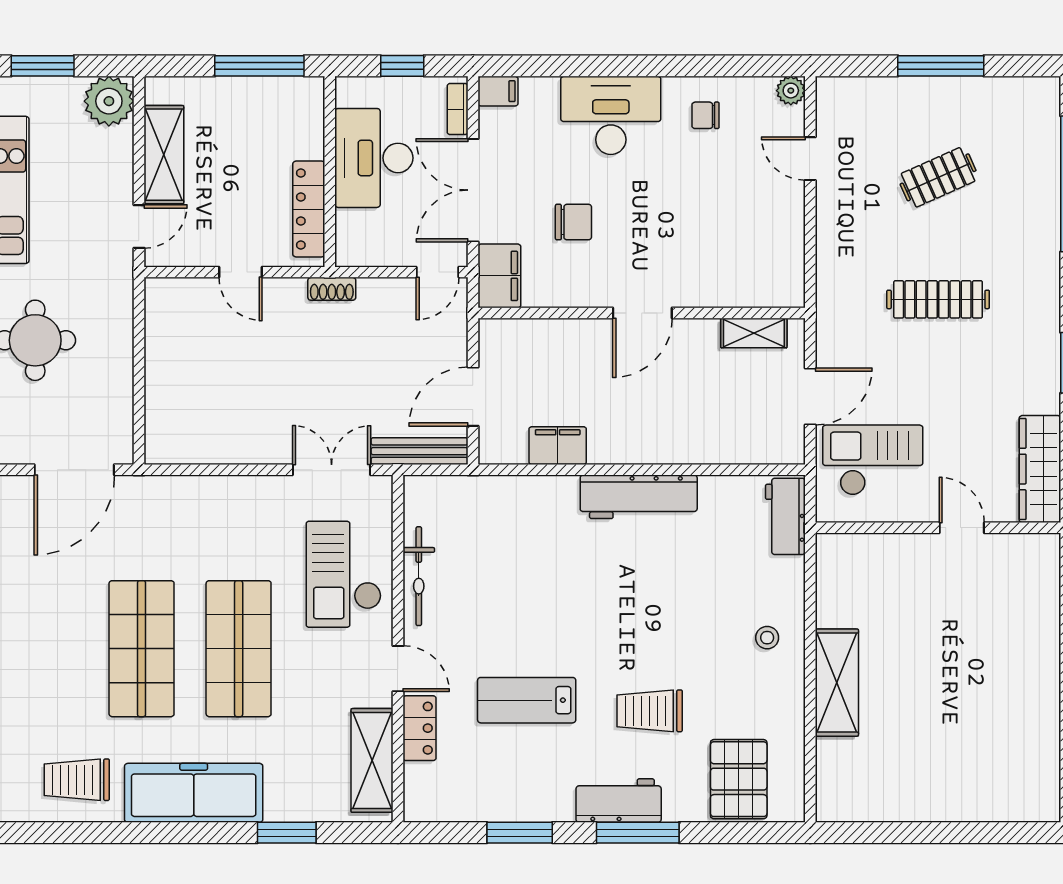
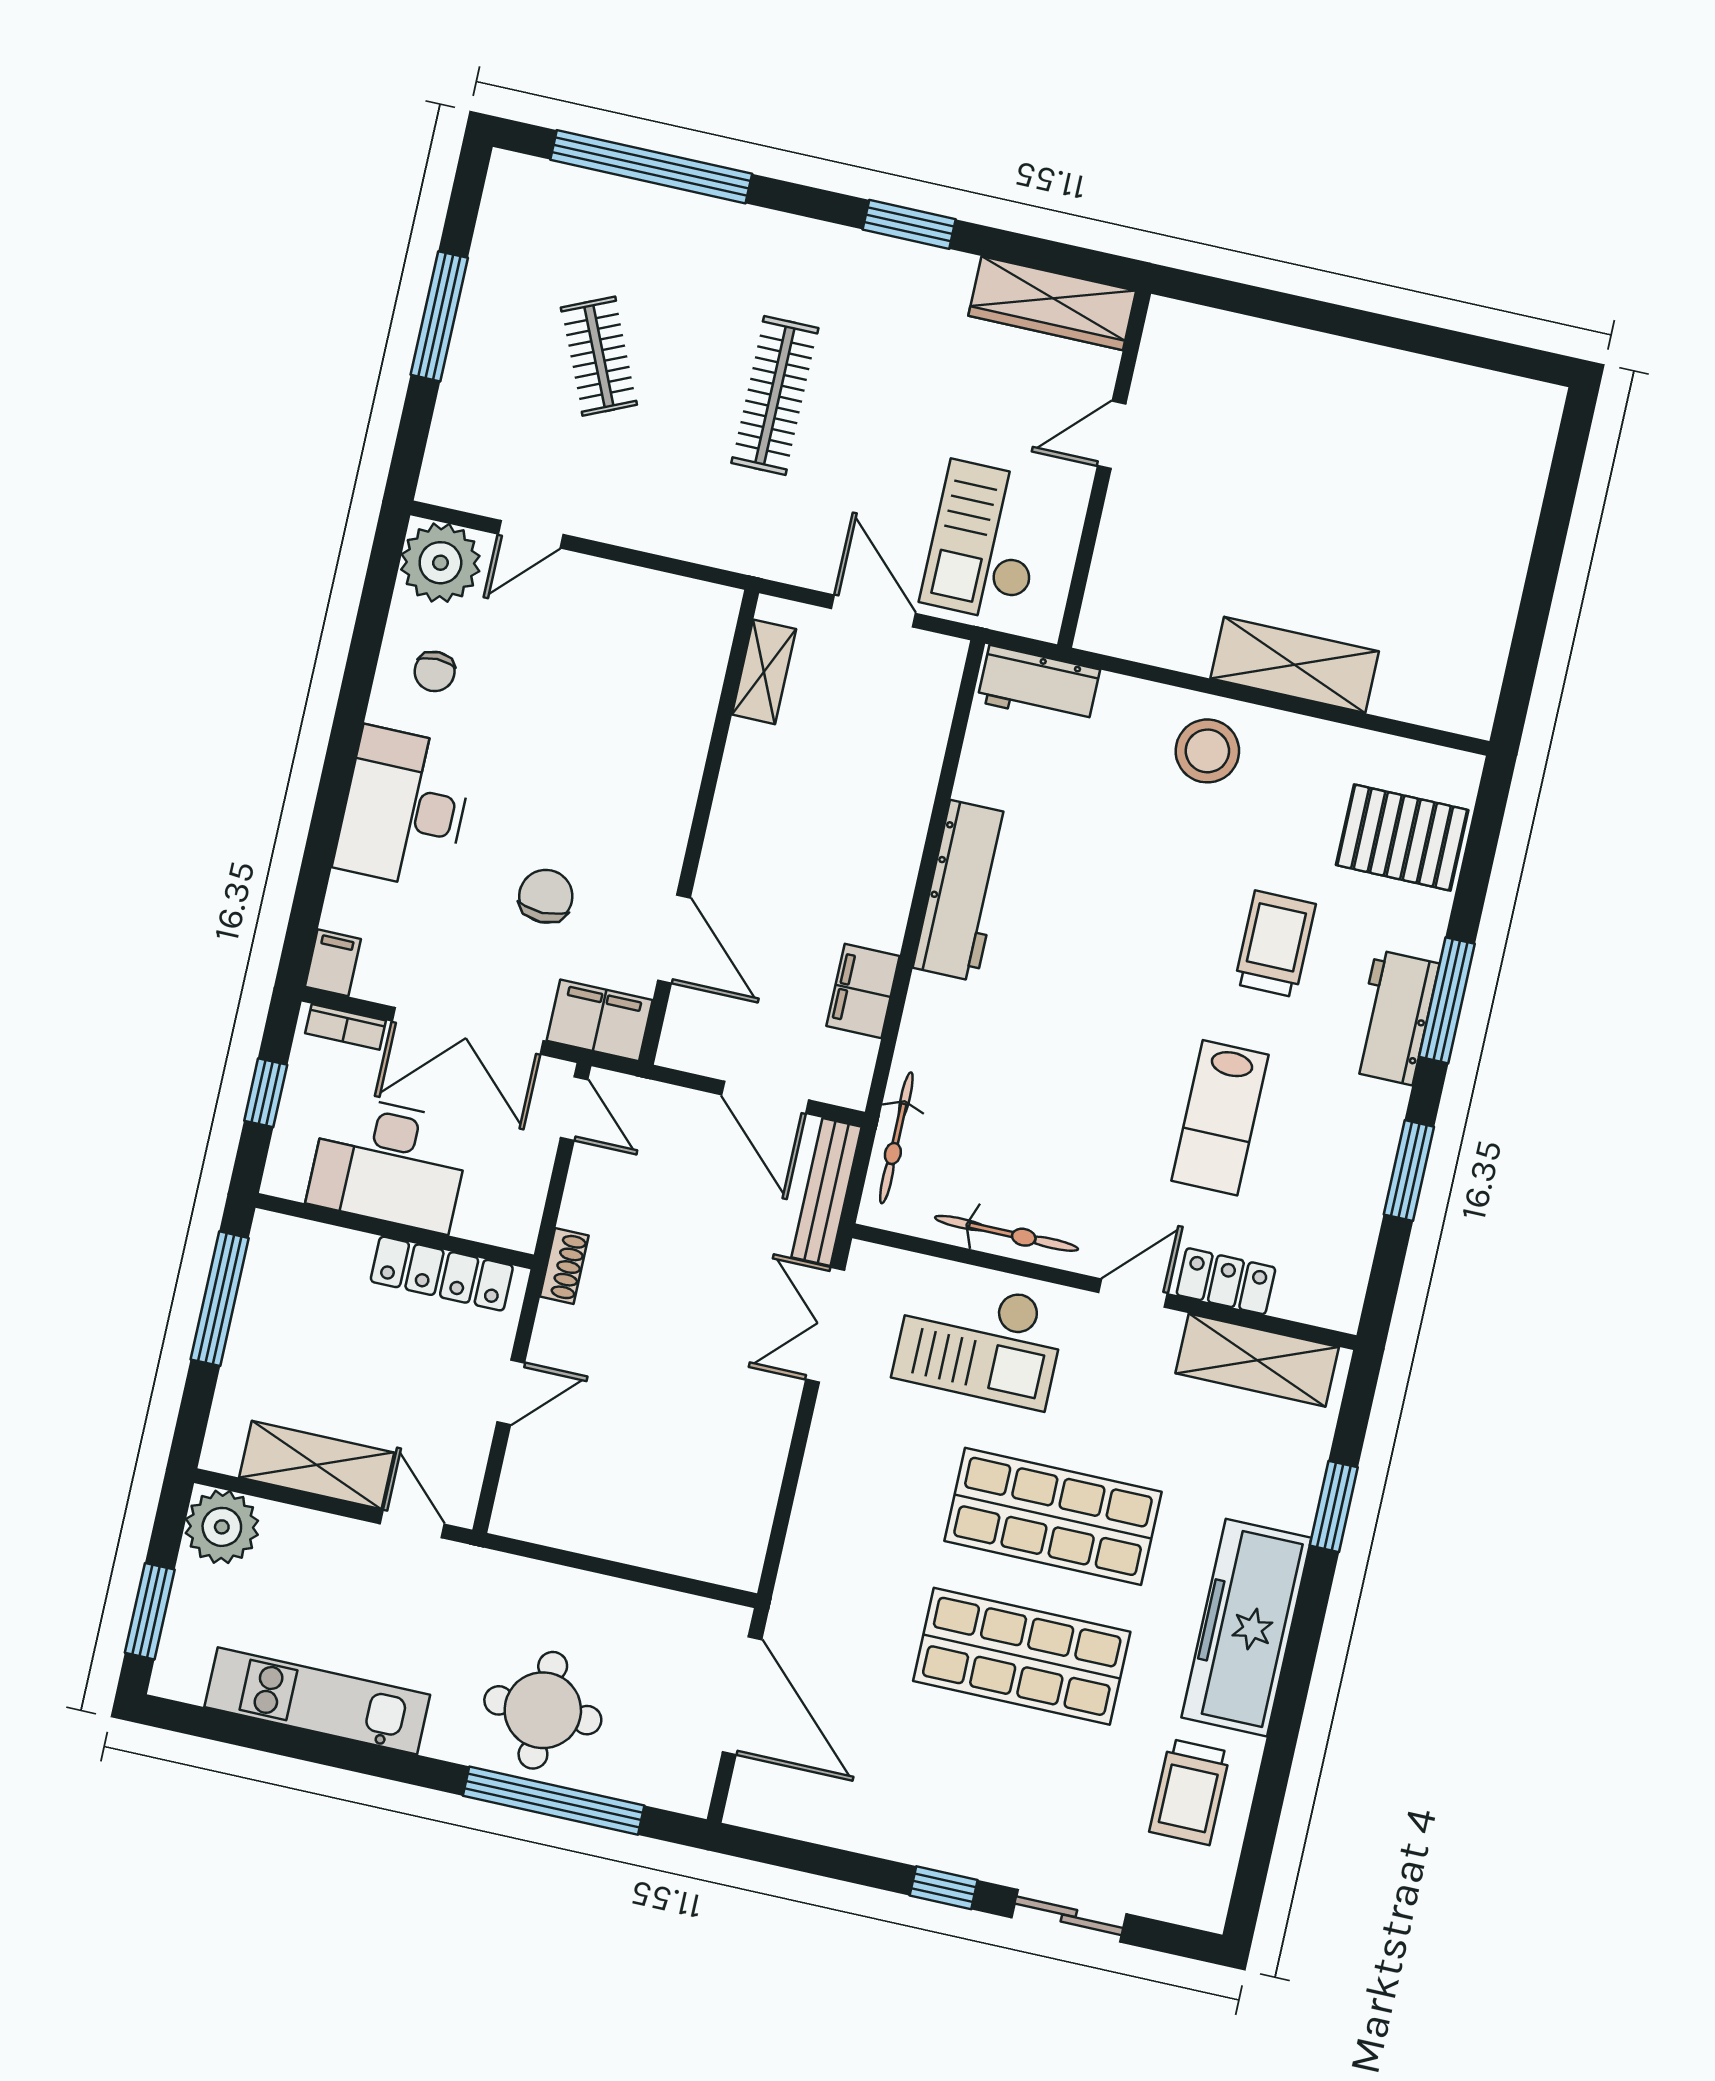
plant: (791, 91) -> (440, 563), width x1.88, depth x1.88
door: (642, 313) -> (674, 939), moved
bicycle: (466, 489) -> (896, 1138), added
stool: (767, 638) -> (1207, 751), width x1.89, depth x1.89
trolley: (650, 711) -> (1275, 944), turned 180

